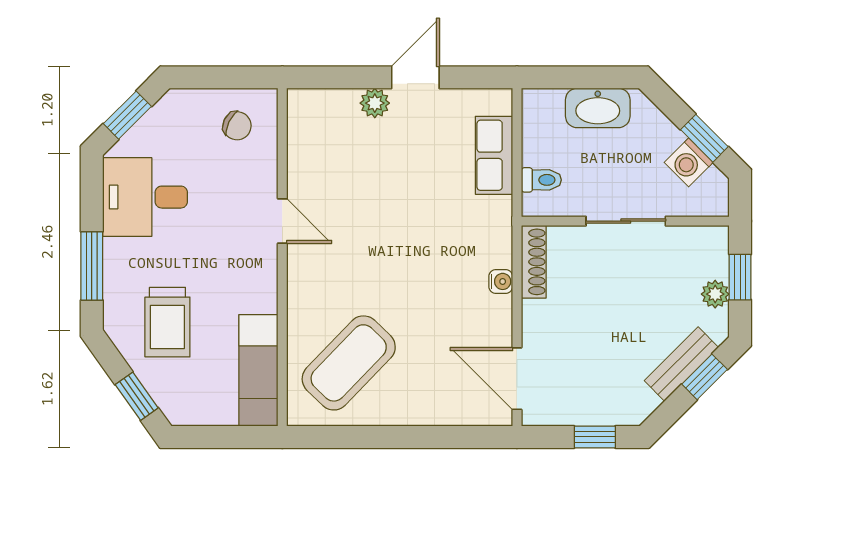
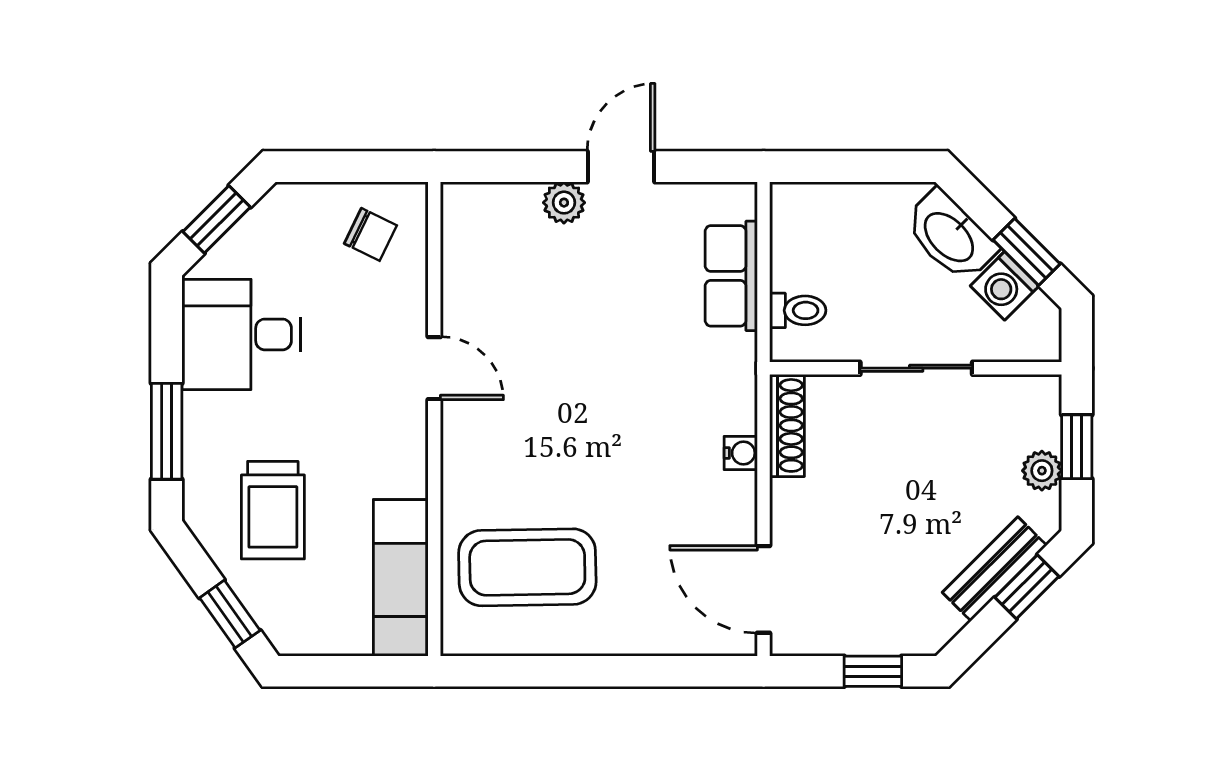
washbasin: (598, 108) -> (950, 236), moved, turned 45
coffee table: (349, 363) -> (527, 567), turned 45

